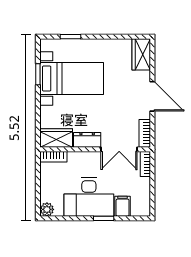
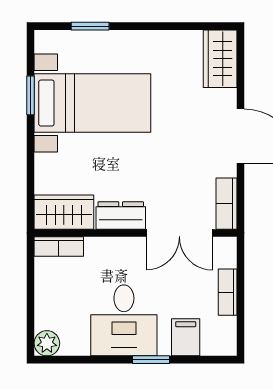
bookcase: (145, 164) -> (228, 292), moved
desk: (89, 197) -> (124, 320), width x0.73

